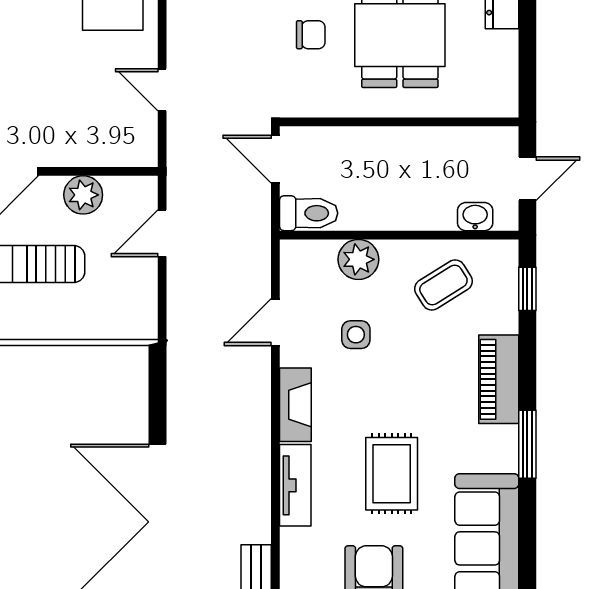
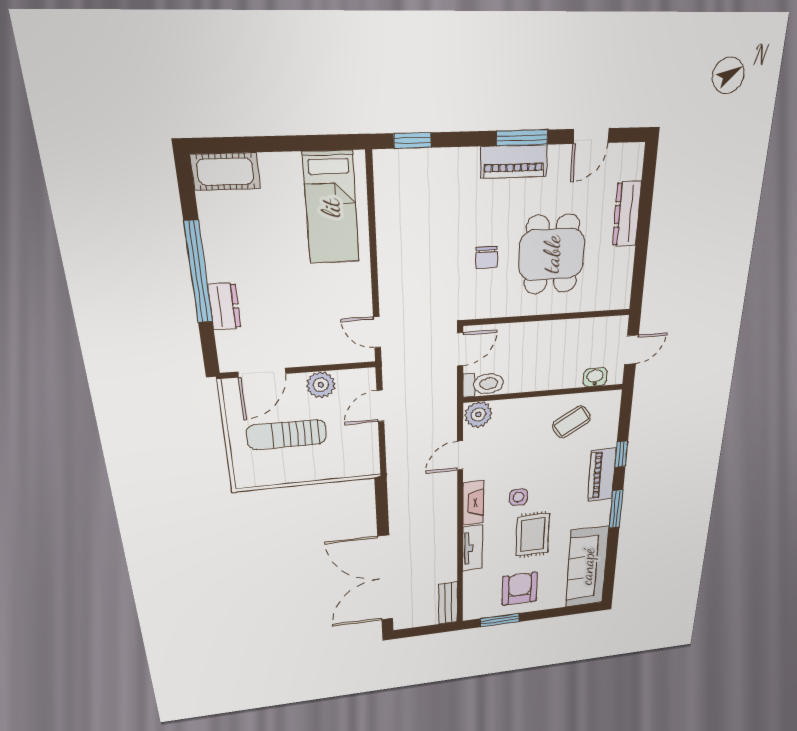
chair: (311, 35) -> (487, 258), turned 90
door: (162, 90) -> (377, 332), moved
door: (275, 159) -> (460, 349), swing flipped
plant: (358, 259) -> (478, 415), moved
window: (527, 289) -> (621, 454), moved
side table: (356, 335) -> (518, 497), moved

